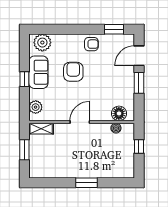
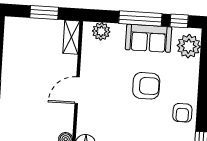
window: (24, 51) -> (179, 21), added
window: (24, 79) -> (140, 18), width x2.17
door: (80, 122) -> (77, 90), swing flipped

